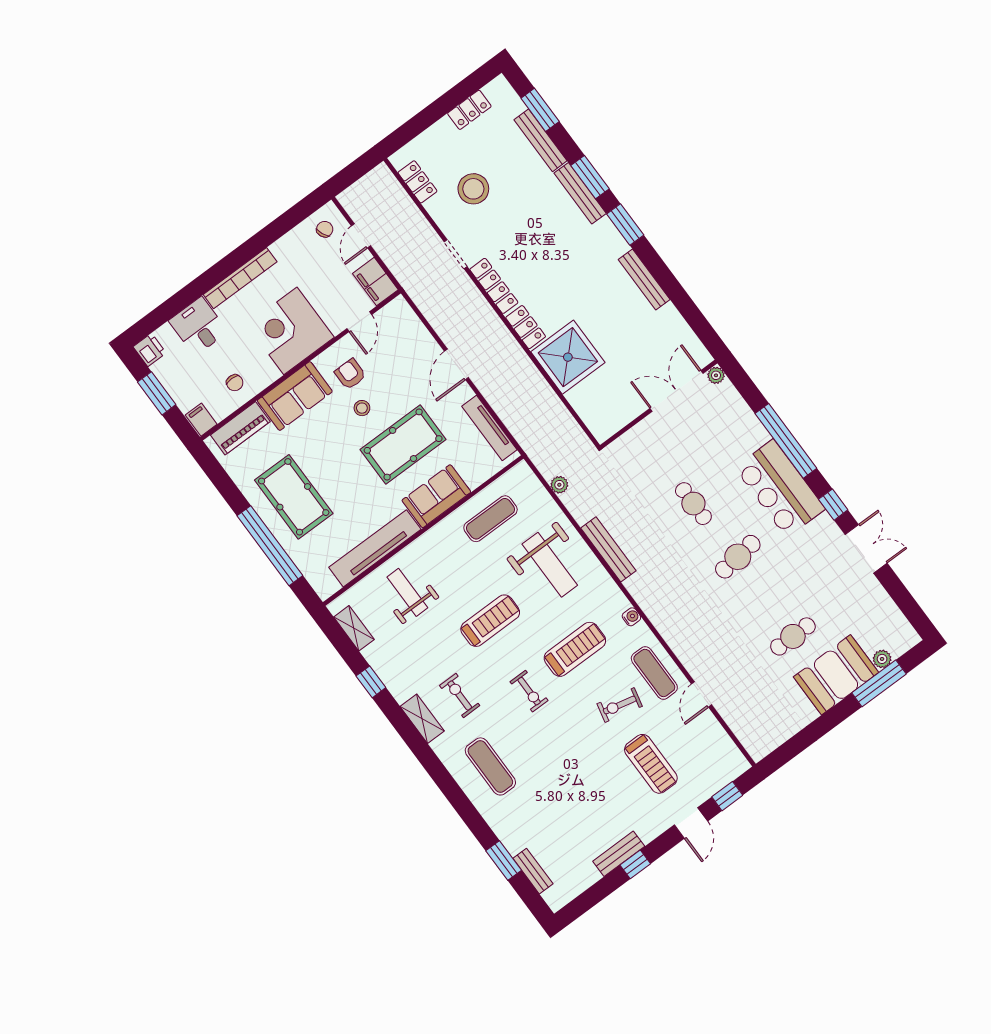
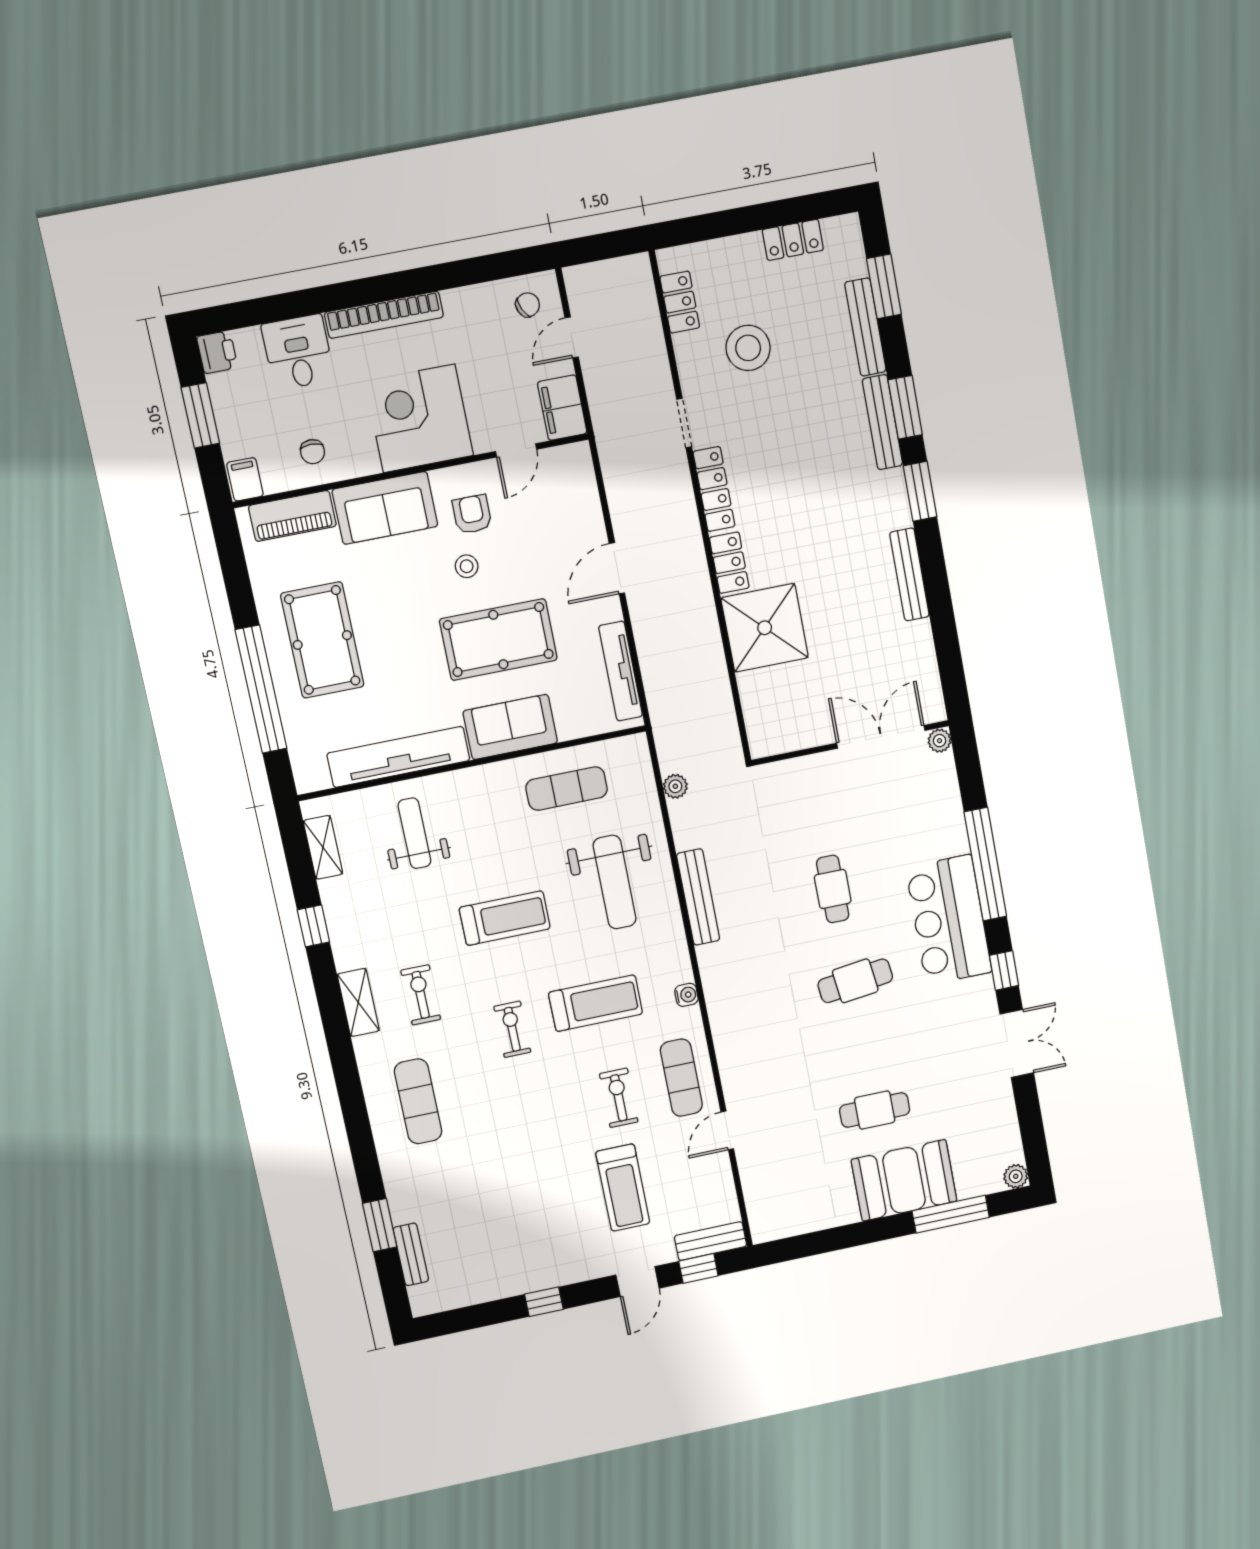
plant: (882, 659) -> (1016, 1176), moved
exercise bike: (529, 691) -> (512, 1029), turned 180
exercise bike: (620, 705) -> (619, 1098), turned 77
bench: (619, 854) -> (710, 1241), moved

